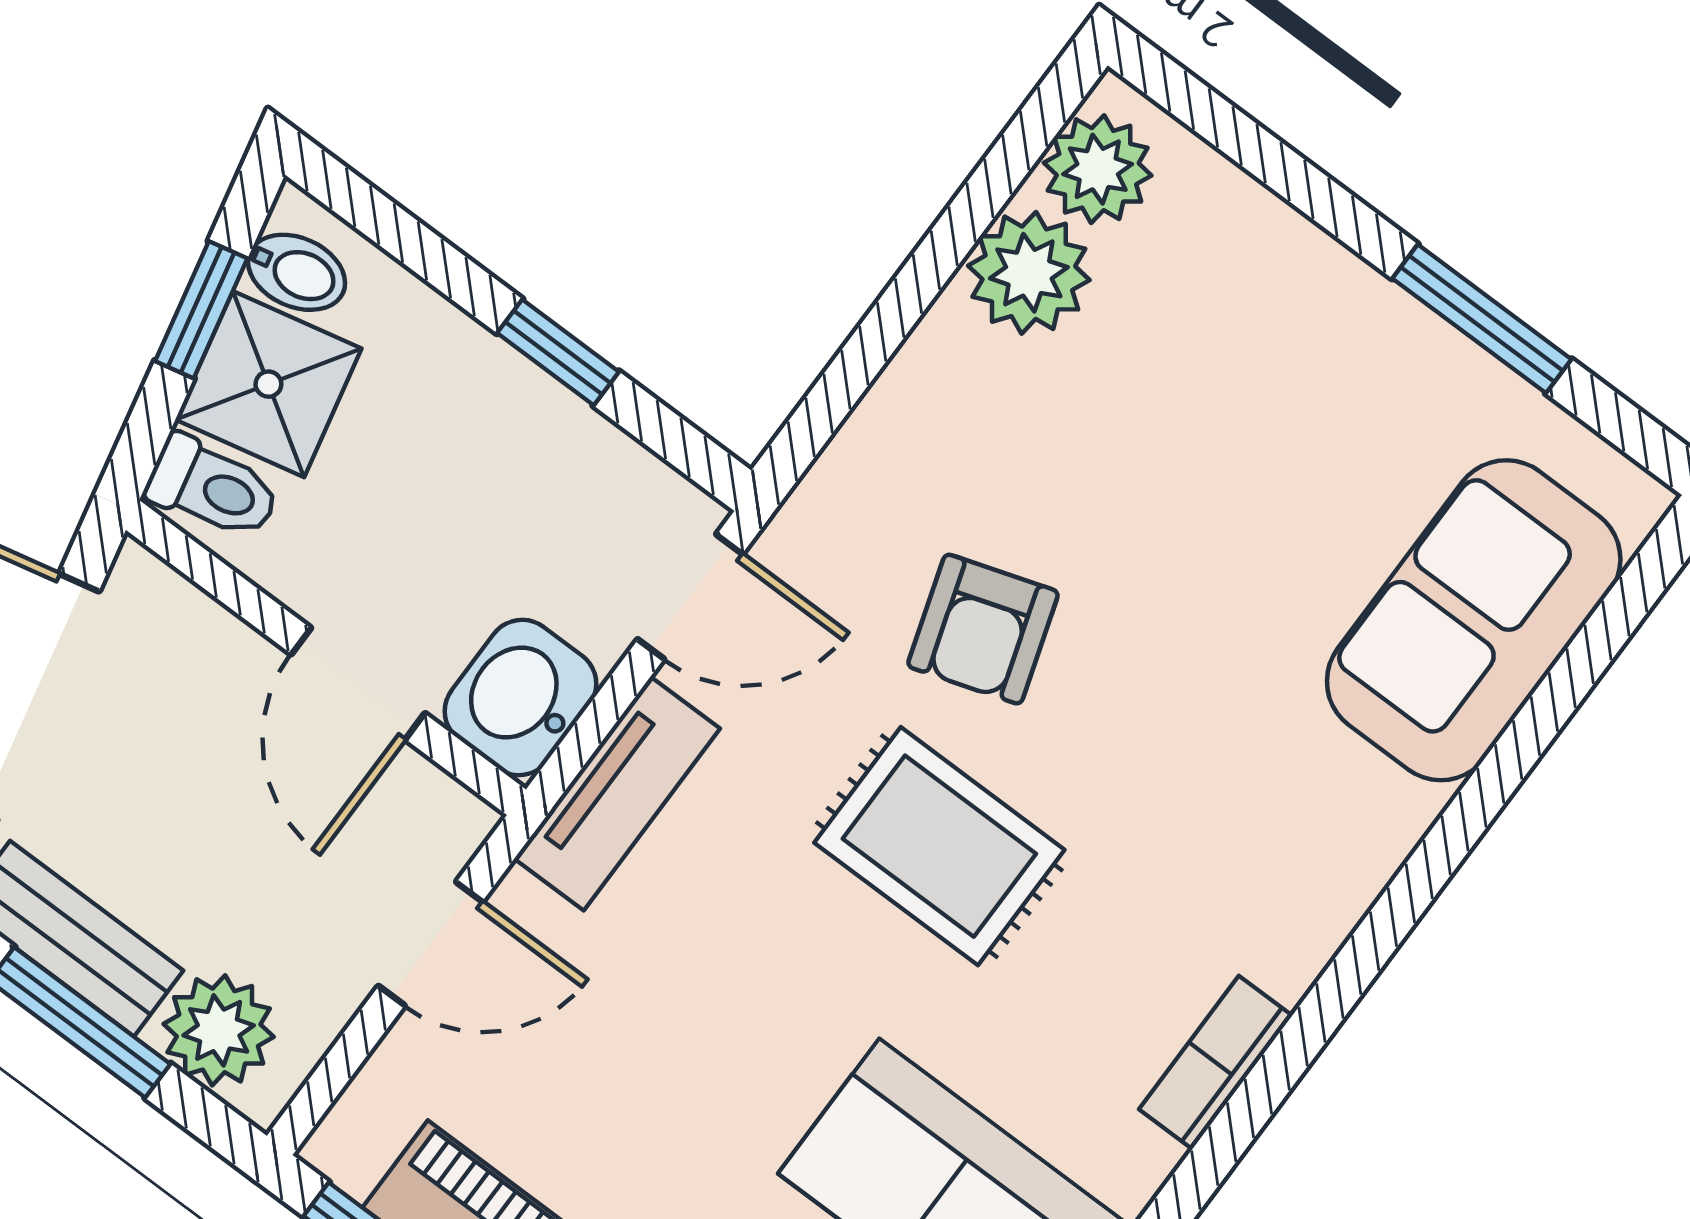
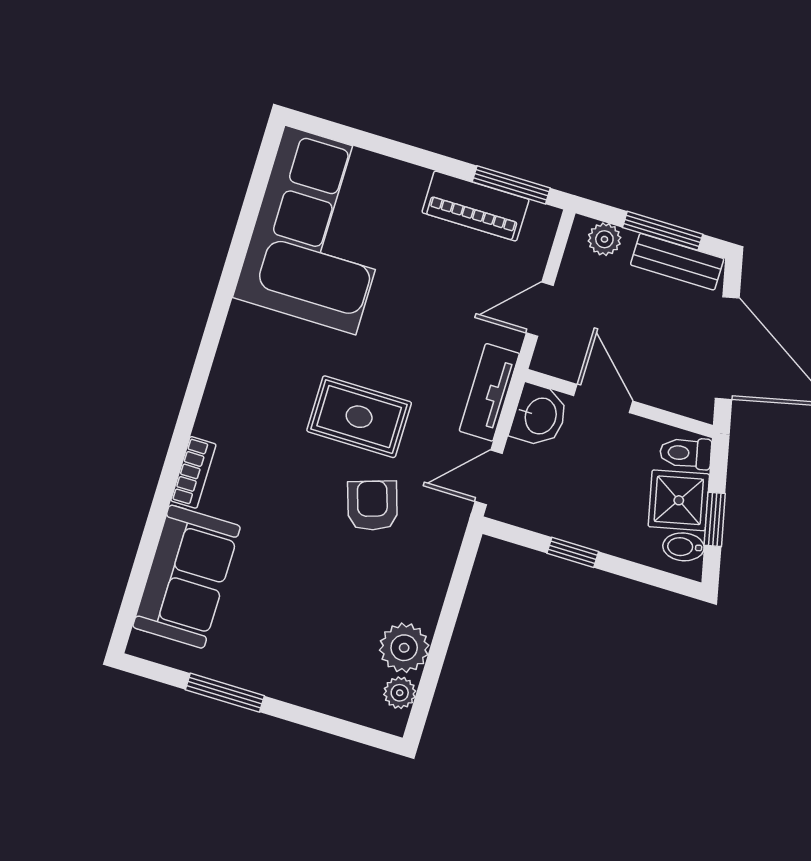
plant: (1098, 169) -> (400, 693), width x0.73, depth x0.73
plant: (219, 1030) -> (604, 239), width x0.73, depth x0.73
bookcase: (1216, 1062) -> (193, 472), moved

